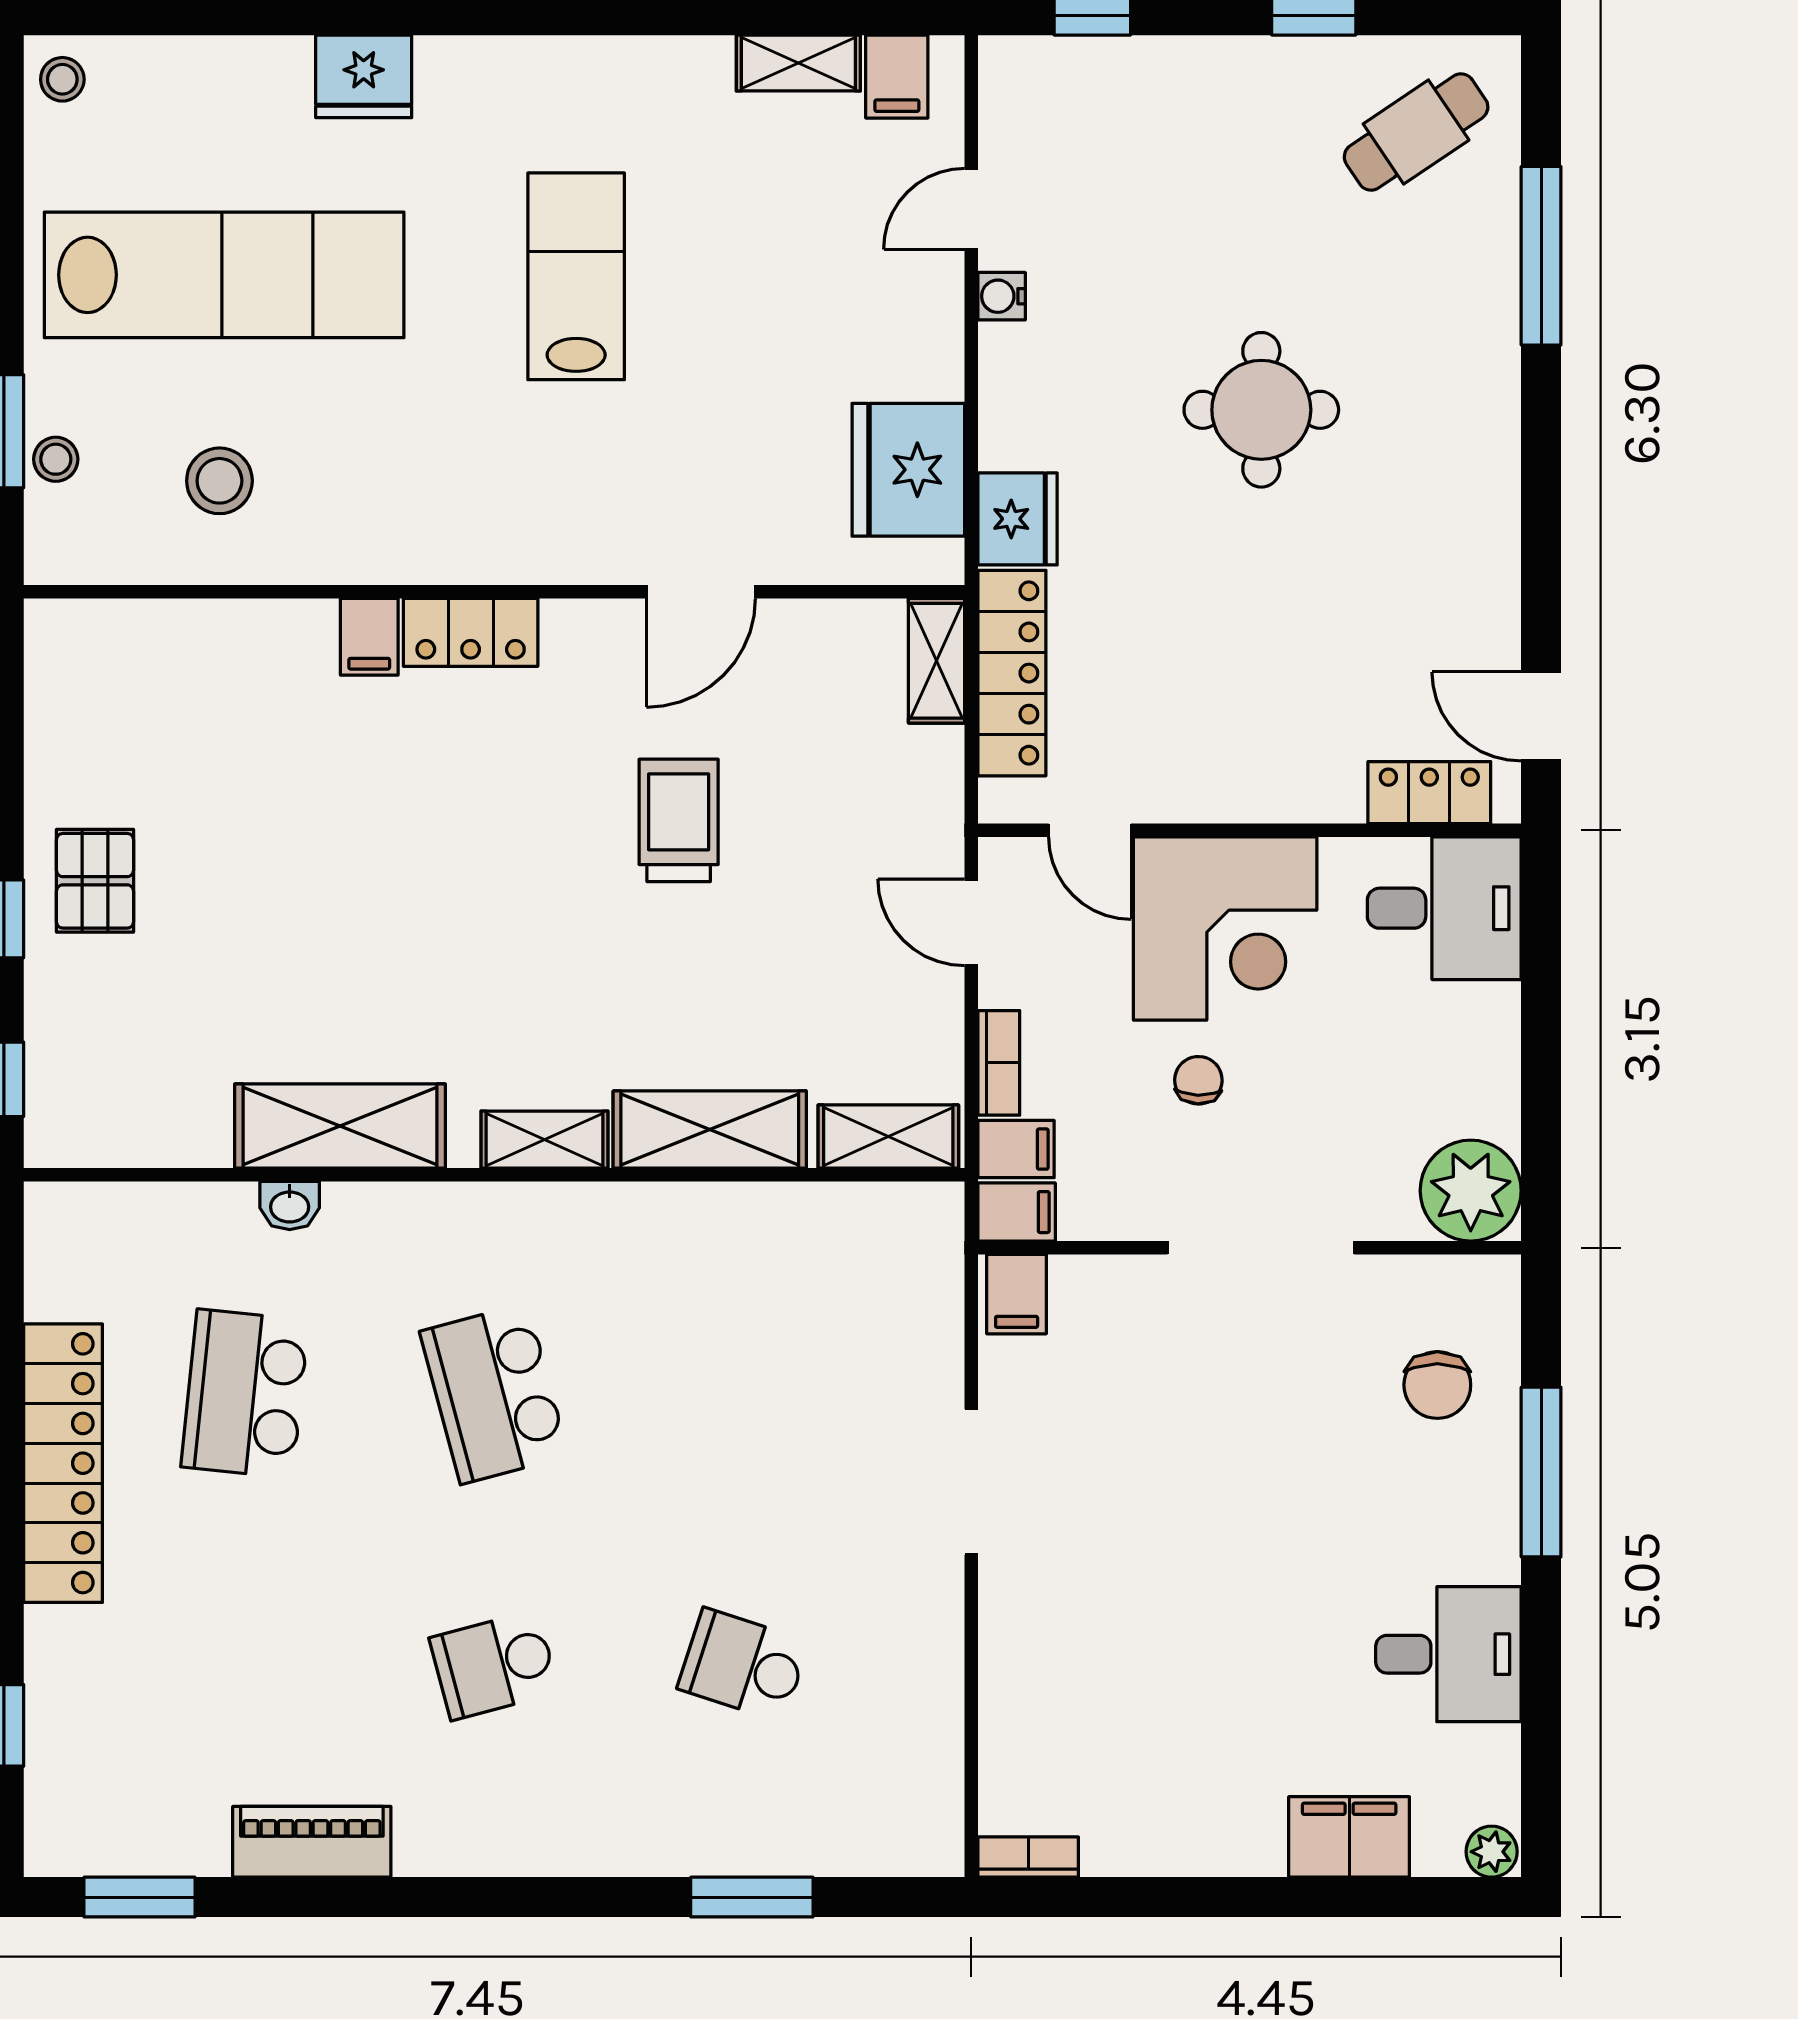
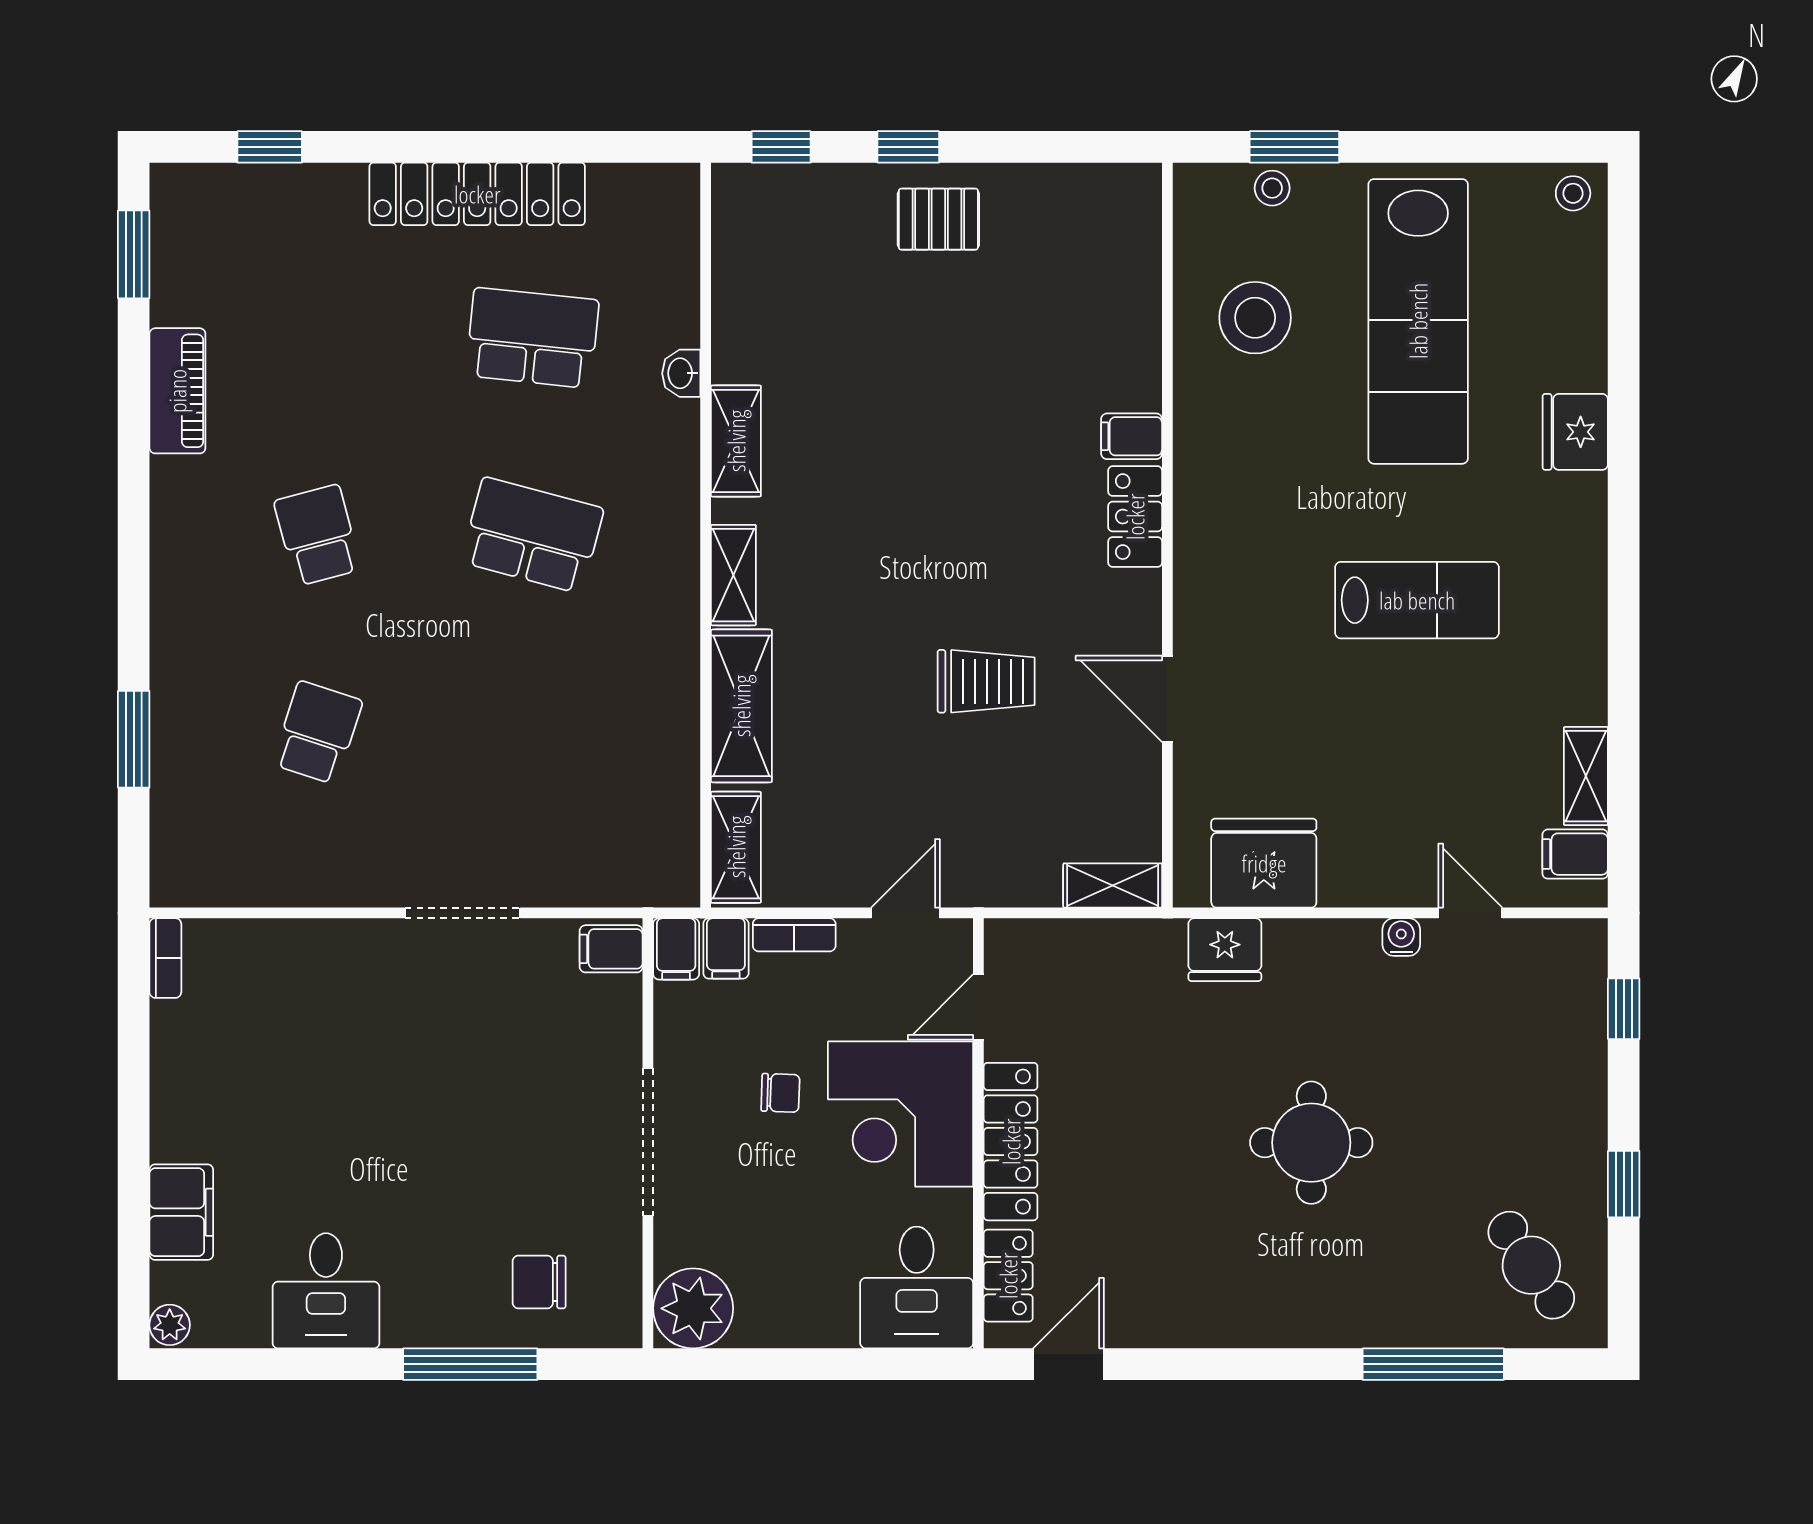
stool: (219, 481) -> (1255, 318), width x1.38, depth x1.38
locker: (1012, 673) -> (1011, 1142), moved, turned -90
shelving: (340, 1126) -> (736, 441), width x0.67, depth x0.75
school desk: (494, 1394) -> (532, 535), turned 30

